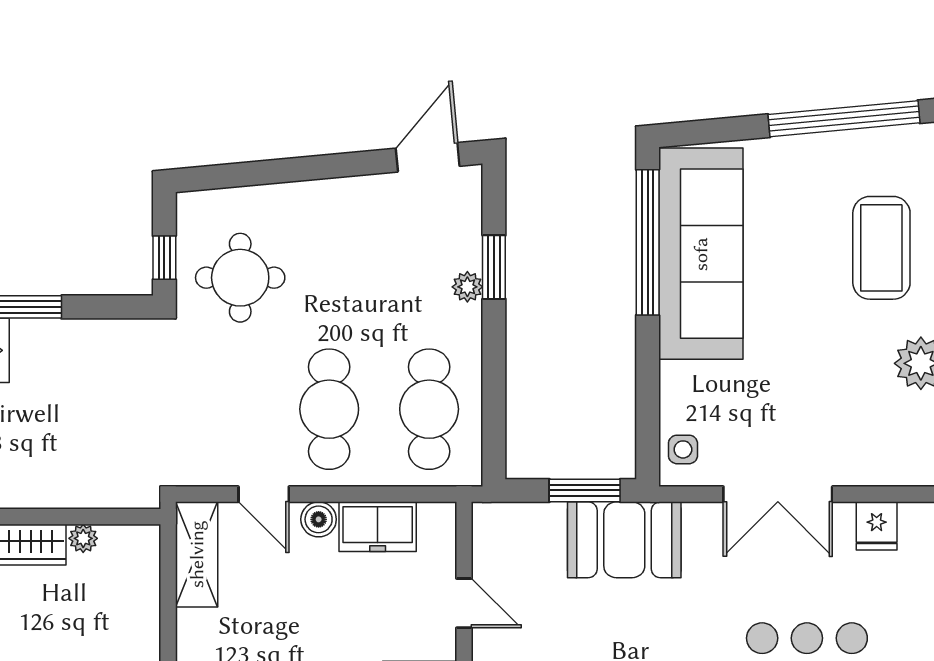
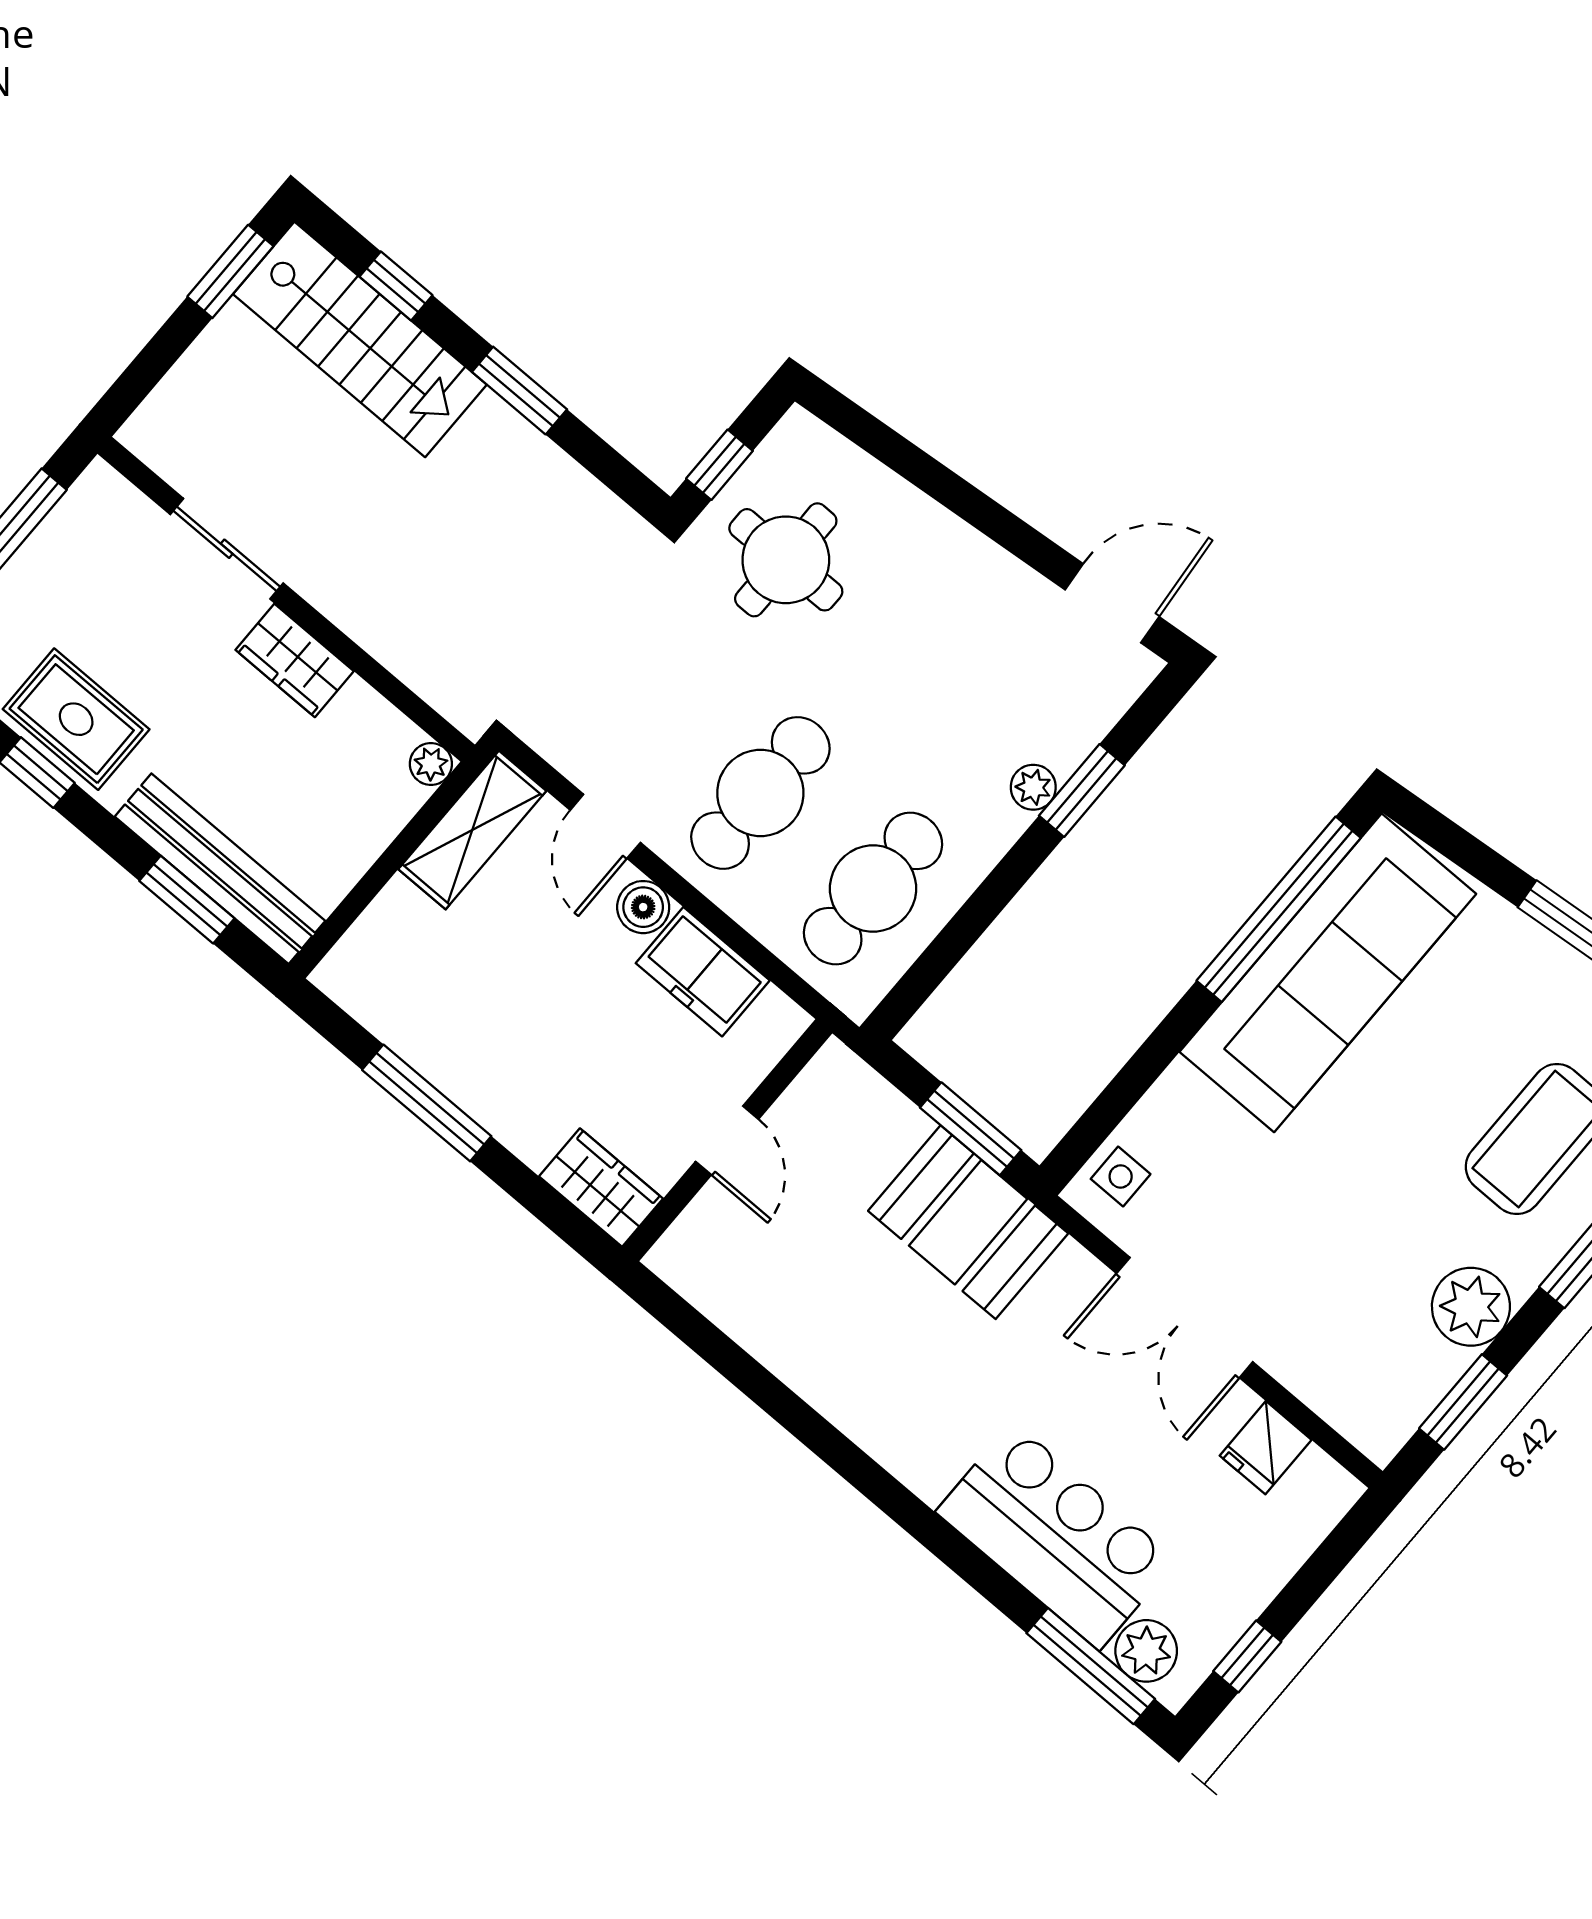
plant: (83, 538) -> (431, 764), moved

